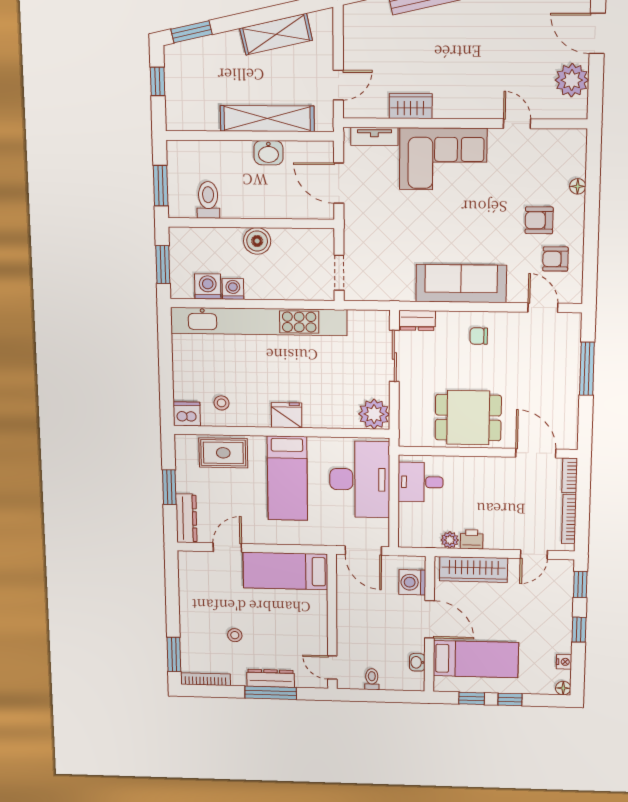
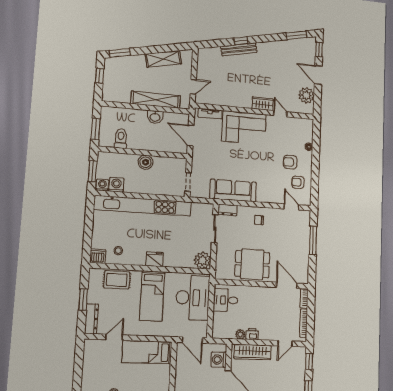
wardrobe: (411, 106) -> (263, 104), moved
sofa: (461, 284) -> (233, 190), moved
washing machine: (233, 289) -> (102, 185), moved

